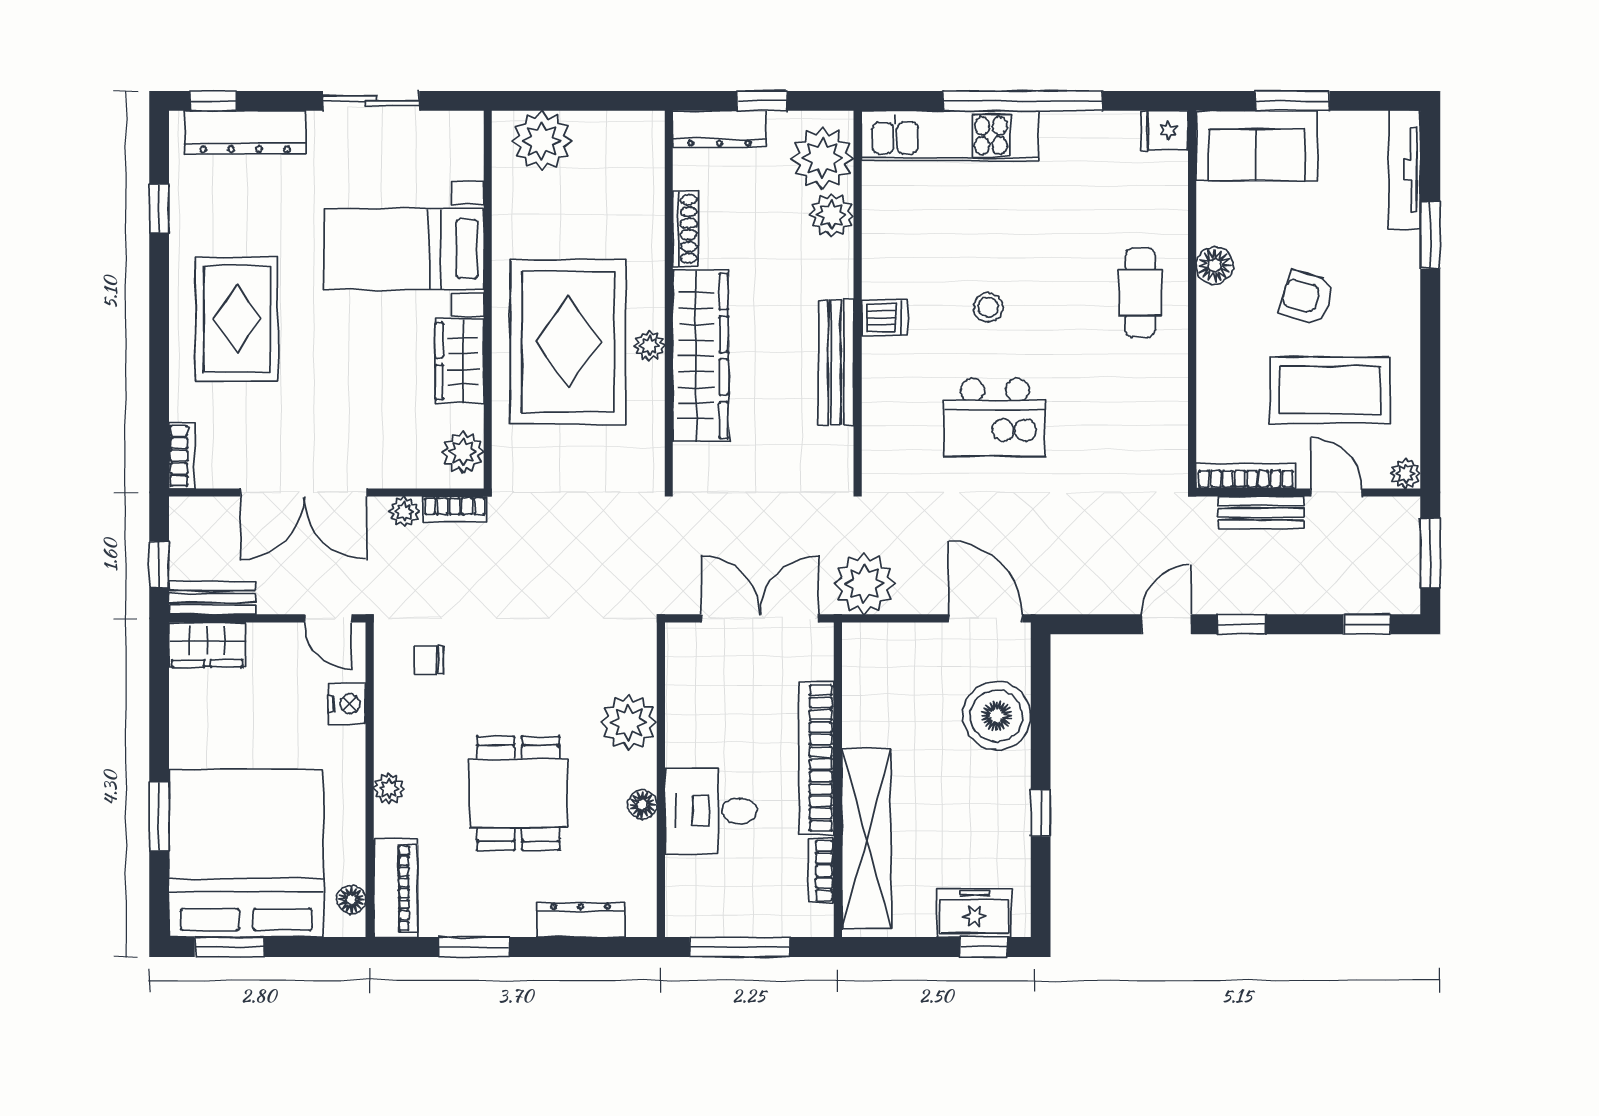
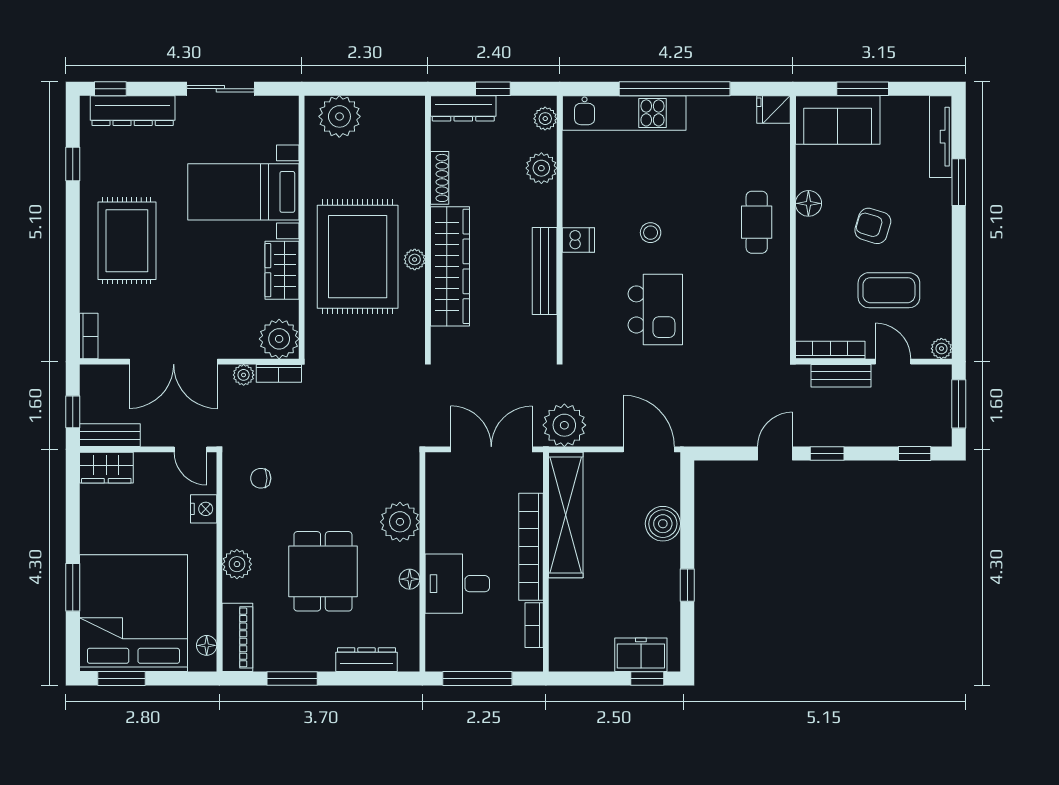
plant: (822, 158) -> (545, 119), width x0.53, depth x0.53
coffee table: (1330, 390) -> (889, 290), width x0.73, depth x0.76
kitchen island: (995, 418) -> (655, 309), turned -90
plant: (463, 452) -> (279, 339), width x1.36, depth x1.36
boiler: (997, 716) -> (663, 524), width x0.73, depth x0.73
plant: (389, 789) -> (237, 564), width x1.38, depth x1.38
shelving: (866, 839) -> (566, 515), moved

